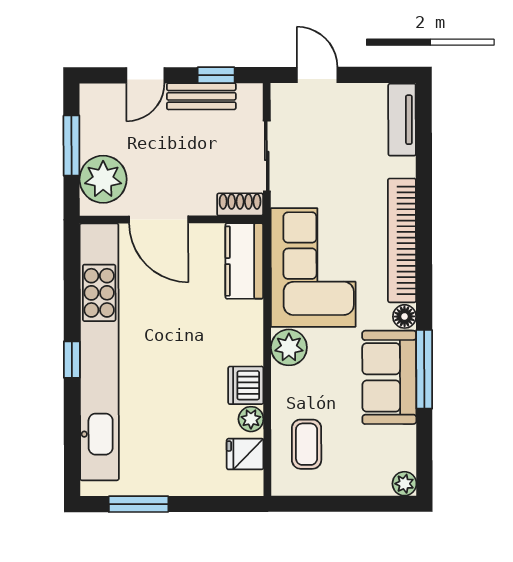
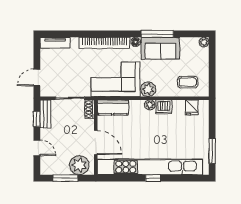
bench: (201, 96) -> (45, 114), moved
door: (159, 220) -> (96, 142), hinge flipped
plant: (251, 419) -> (150, 105), moved

